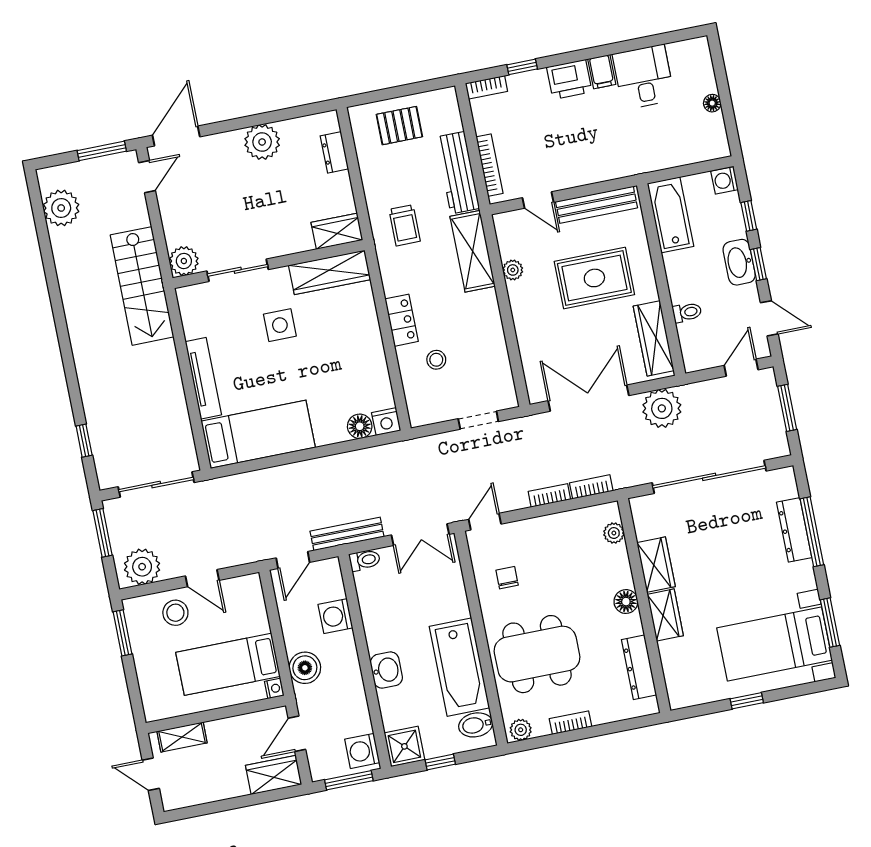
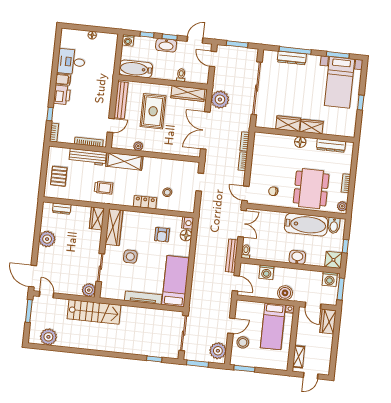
armchair: (346, 376) -> (162, 235), added
plant: (614, 533) -> (268, 138), removed

